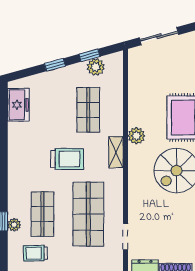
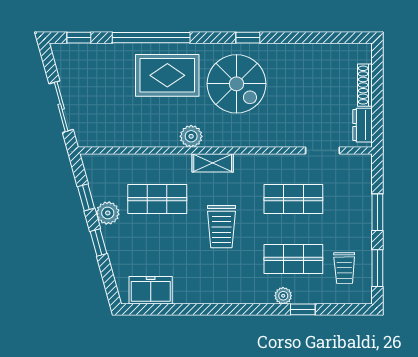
plant: (96, 67) -> (108, 213), moved
trolley: (67, 159) -> (221, 227), turned 180
shop shelf: (88, 214) -> (293, 199), width x0.70, depth x0.74
plant: (14, 225) -> (283, 296), moved

